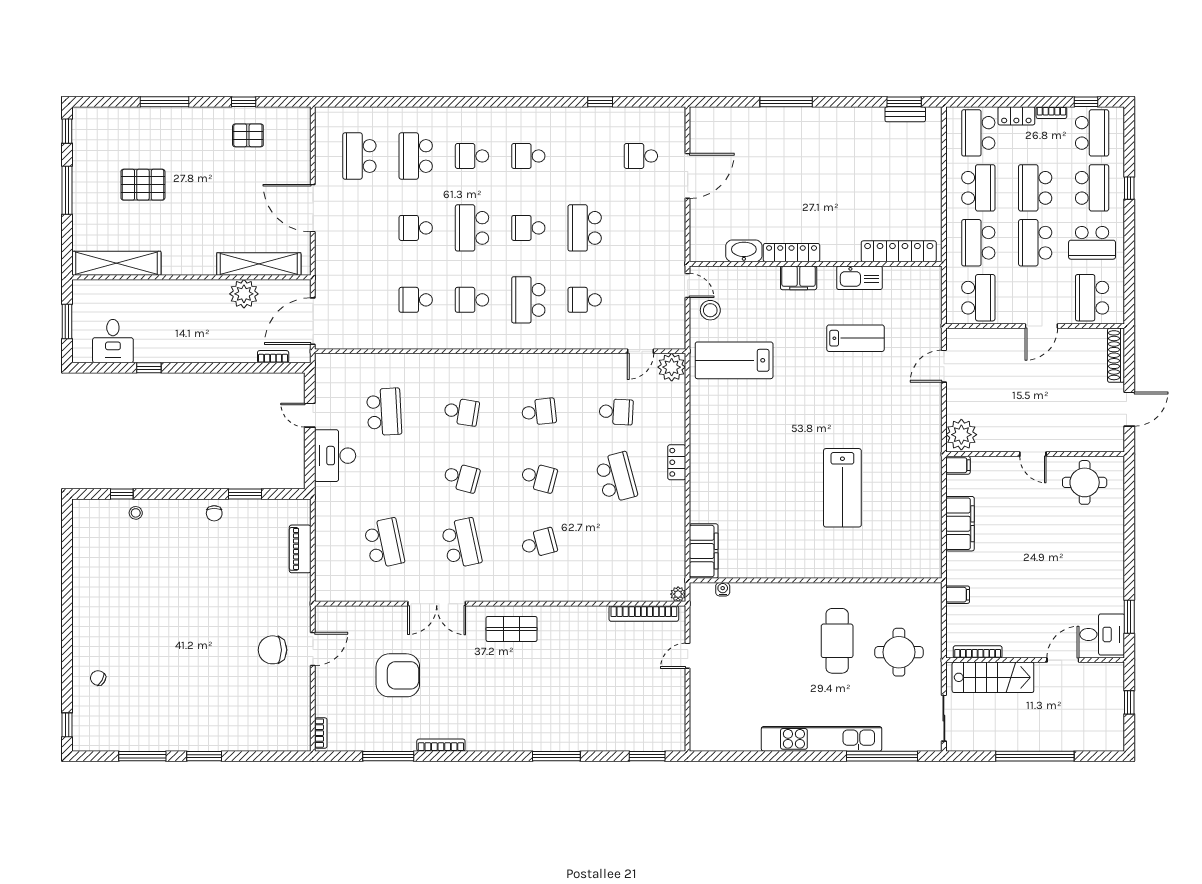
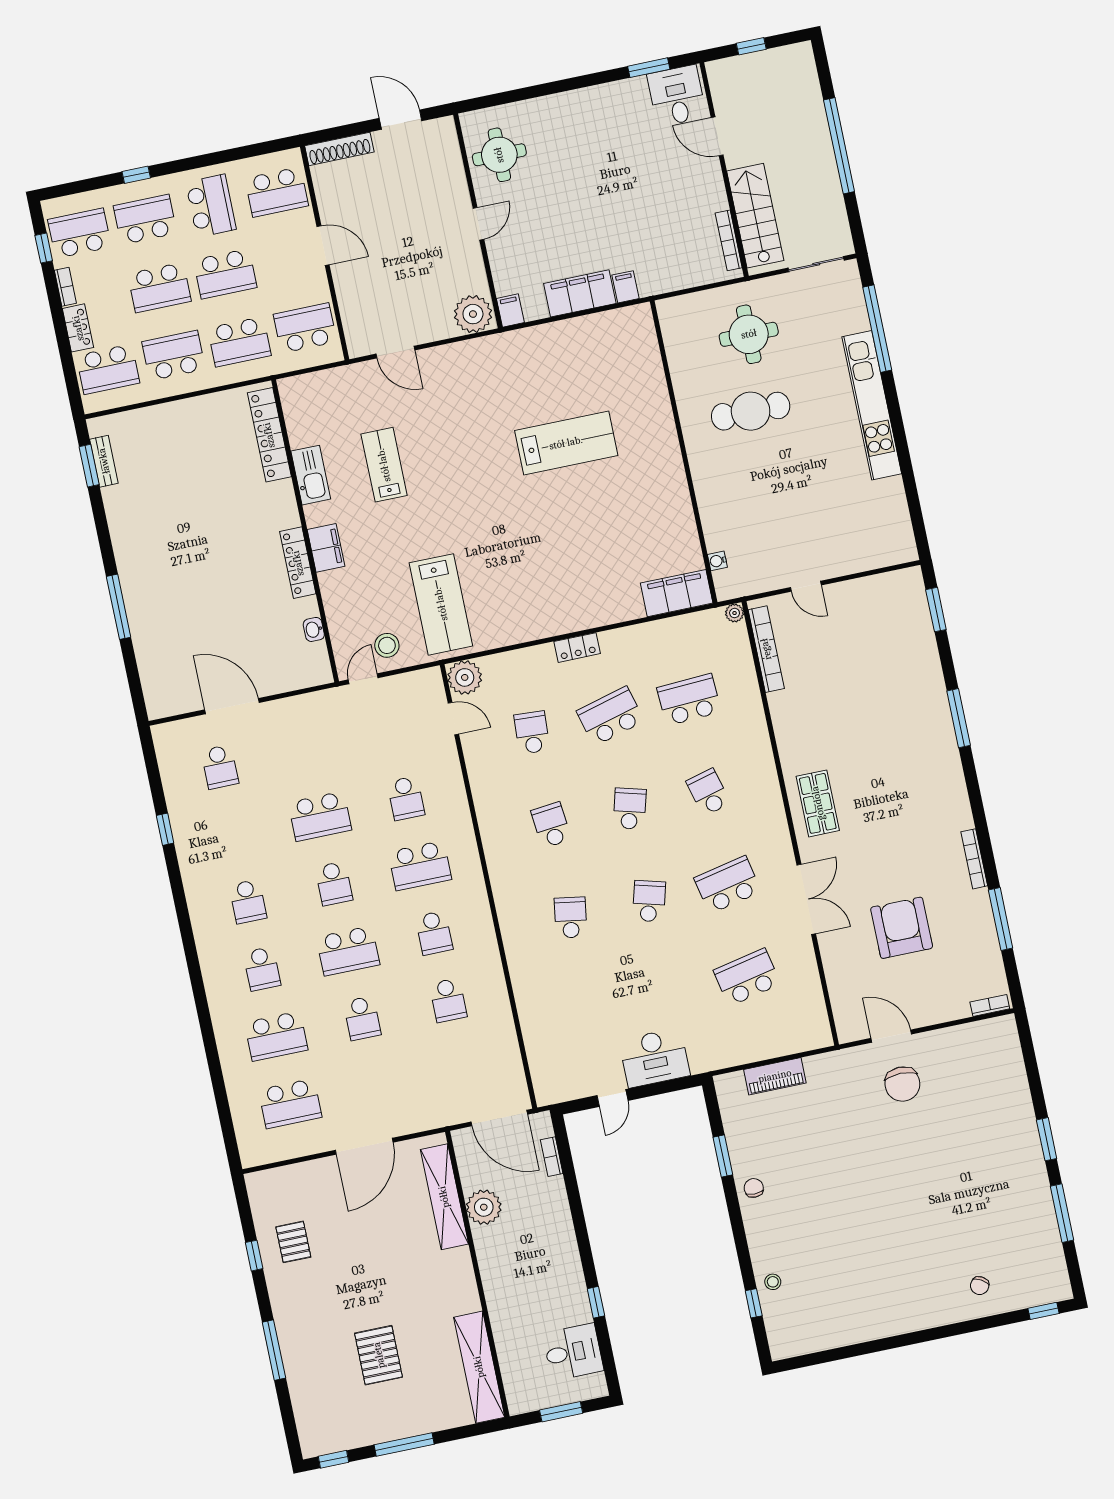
washbasin: (744, 251) -> (314, 629), width x0.52, depth x0.69
school desk: (384, 412) -> (689, 700), moved
chair: (214, 513) -> (754, 1188), turned -90
filing cabinet: (958, 595) -> (626, 287), moved

